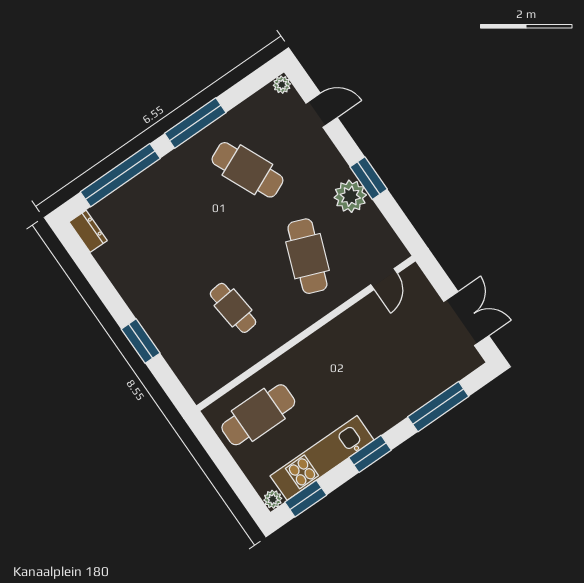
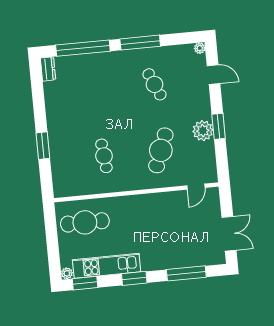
cafe table: (247, 170) -> (155, 84), width x0.73, depth x0.74

